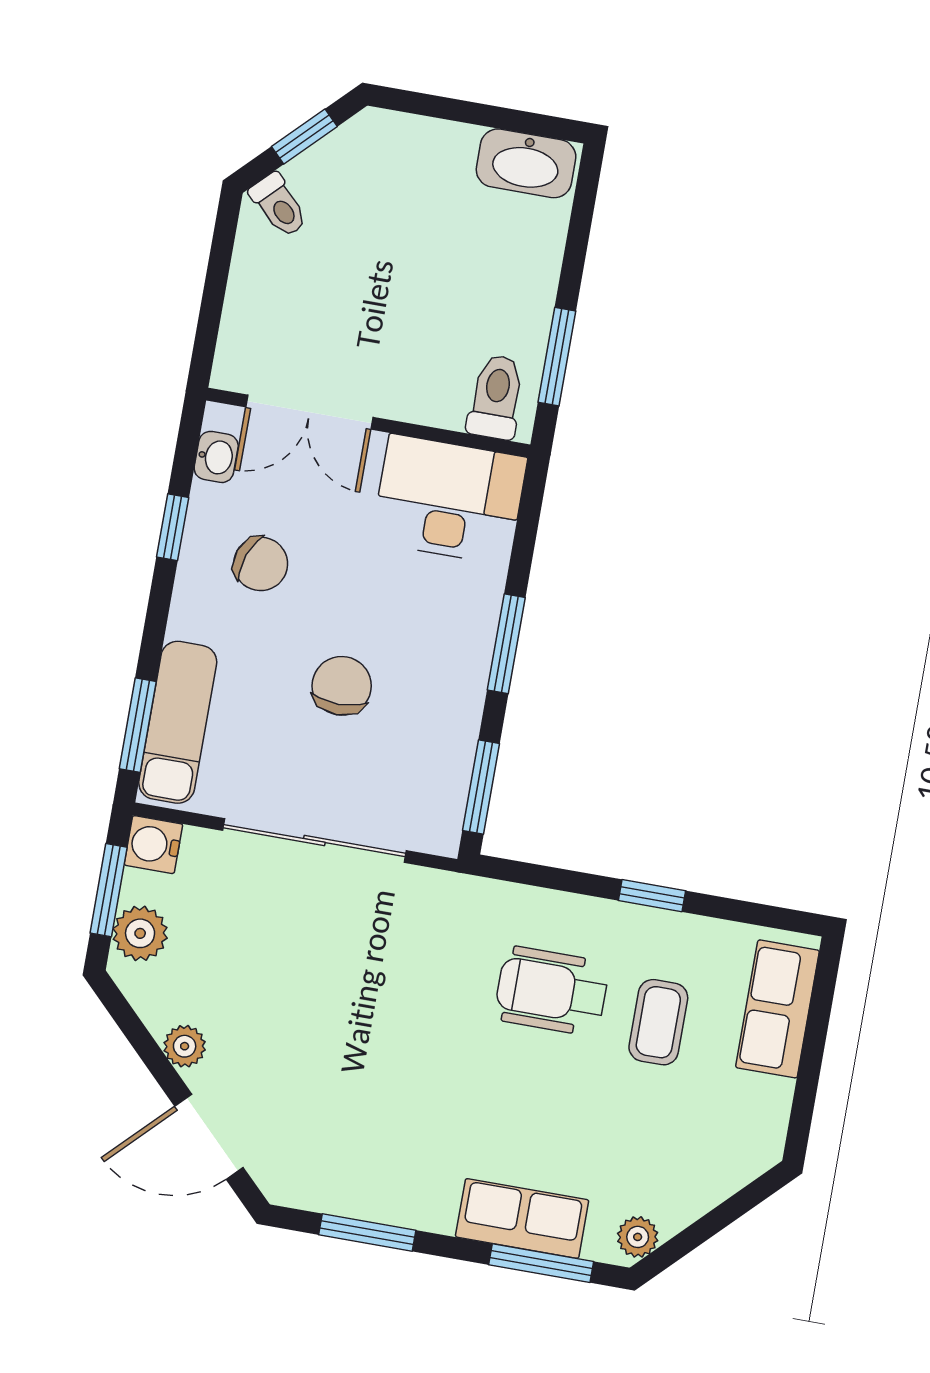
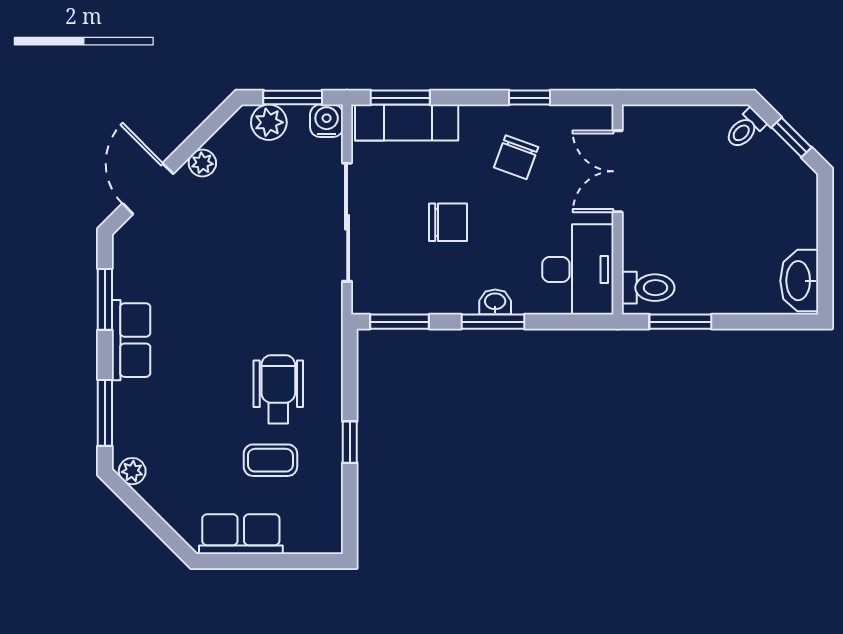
washbasin: (216, 457) -> (495, 302), moved, turned 180
row of seats: (778, 1009) -> (241, 534), moved
row of seats: (522, 1218) -> (131, 340), moved

